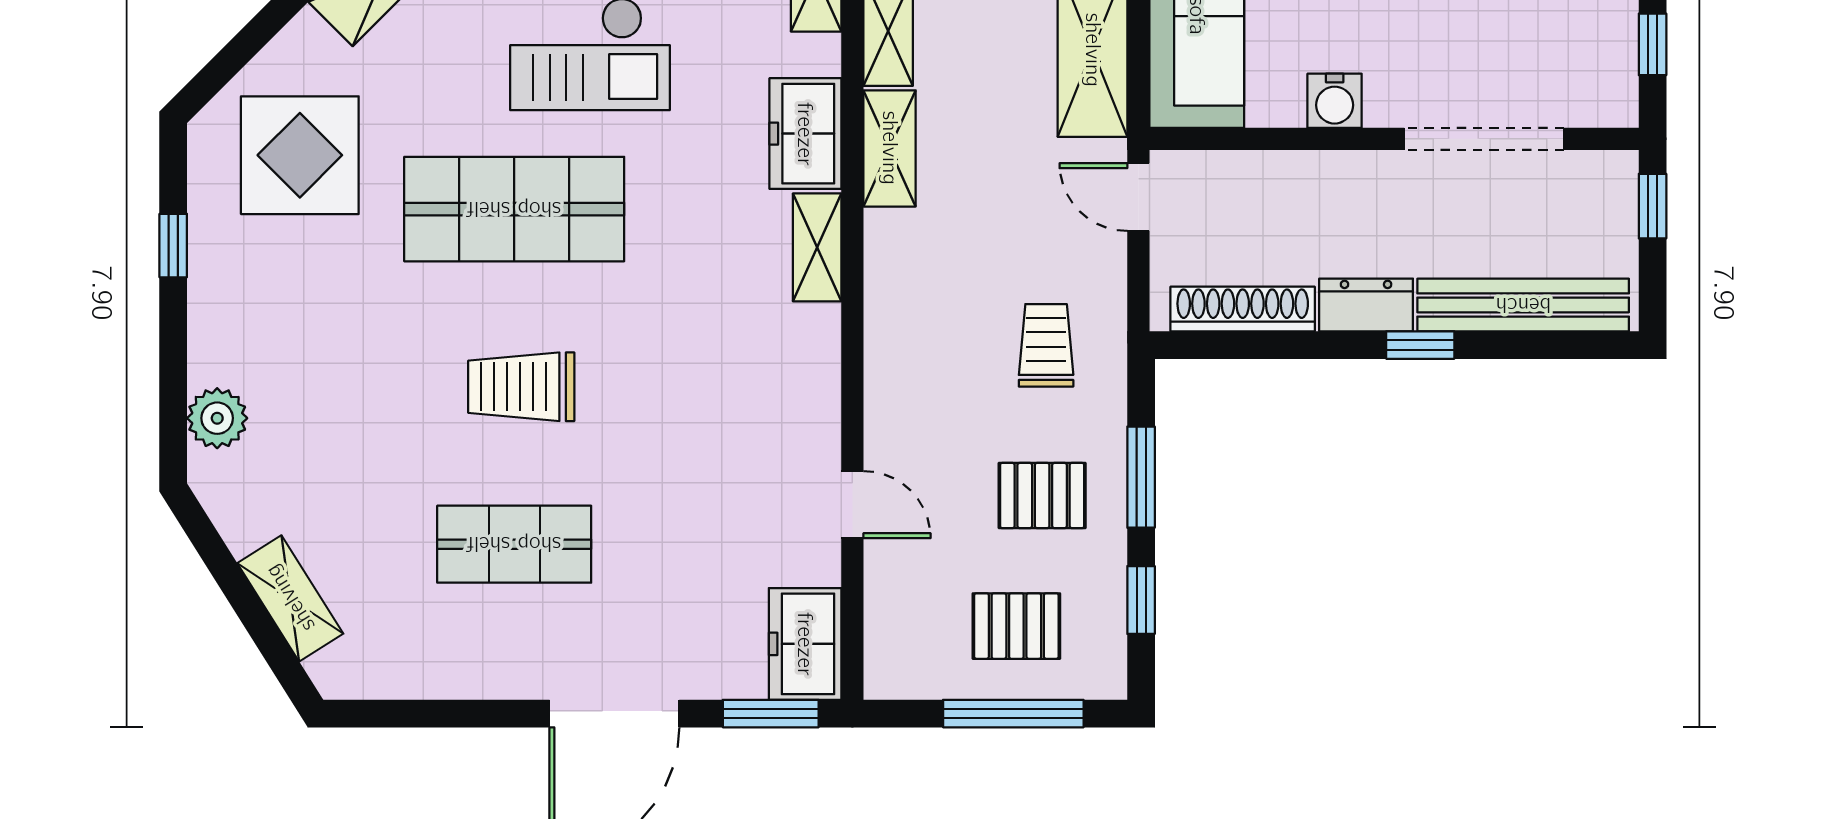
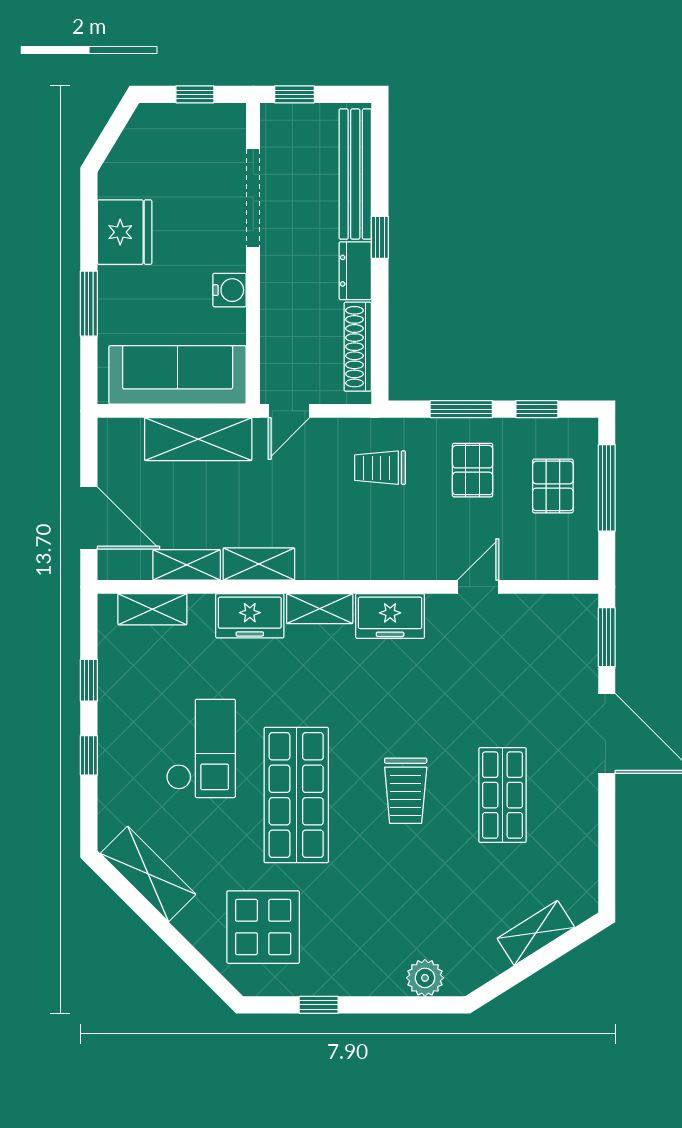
freezer: (805, 644) -> (390, 616), moved

